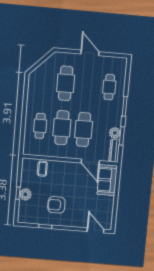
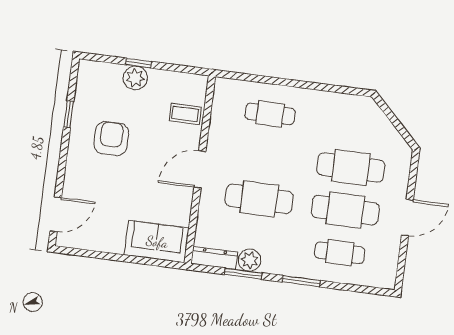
cafe table: (62, 128) -> (345, 210), moved
door: (90, 162) -> (200, 169), moved

